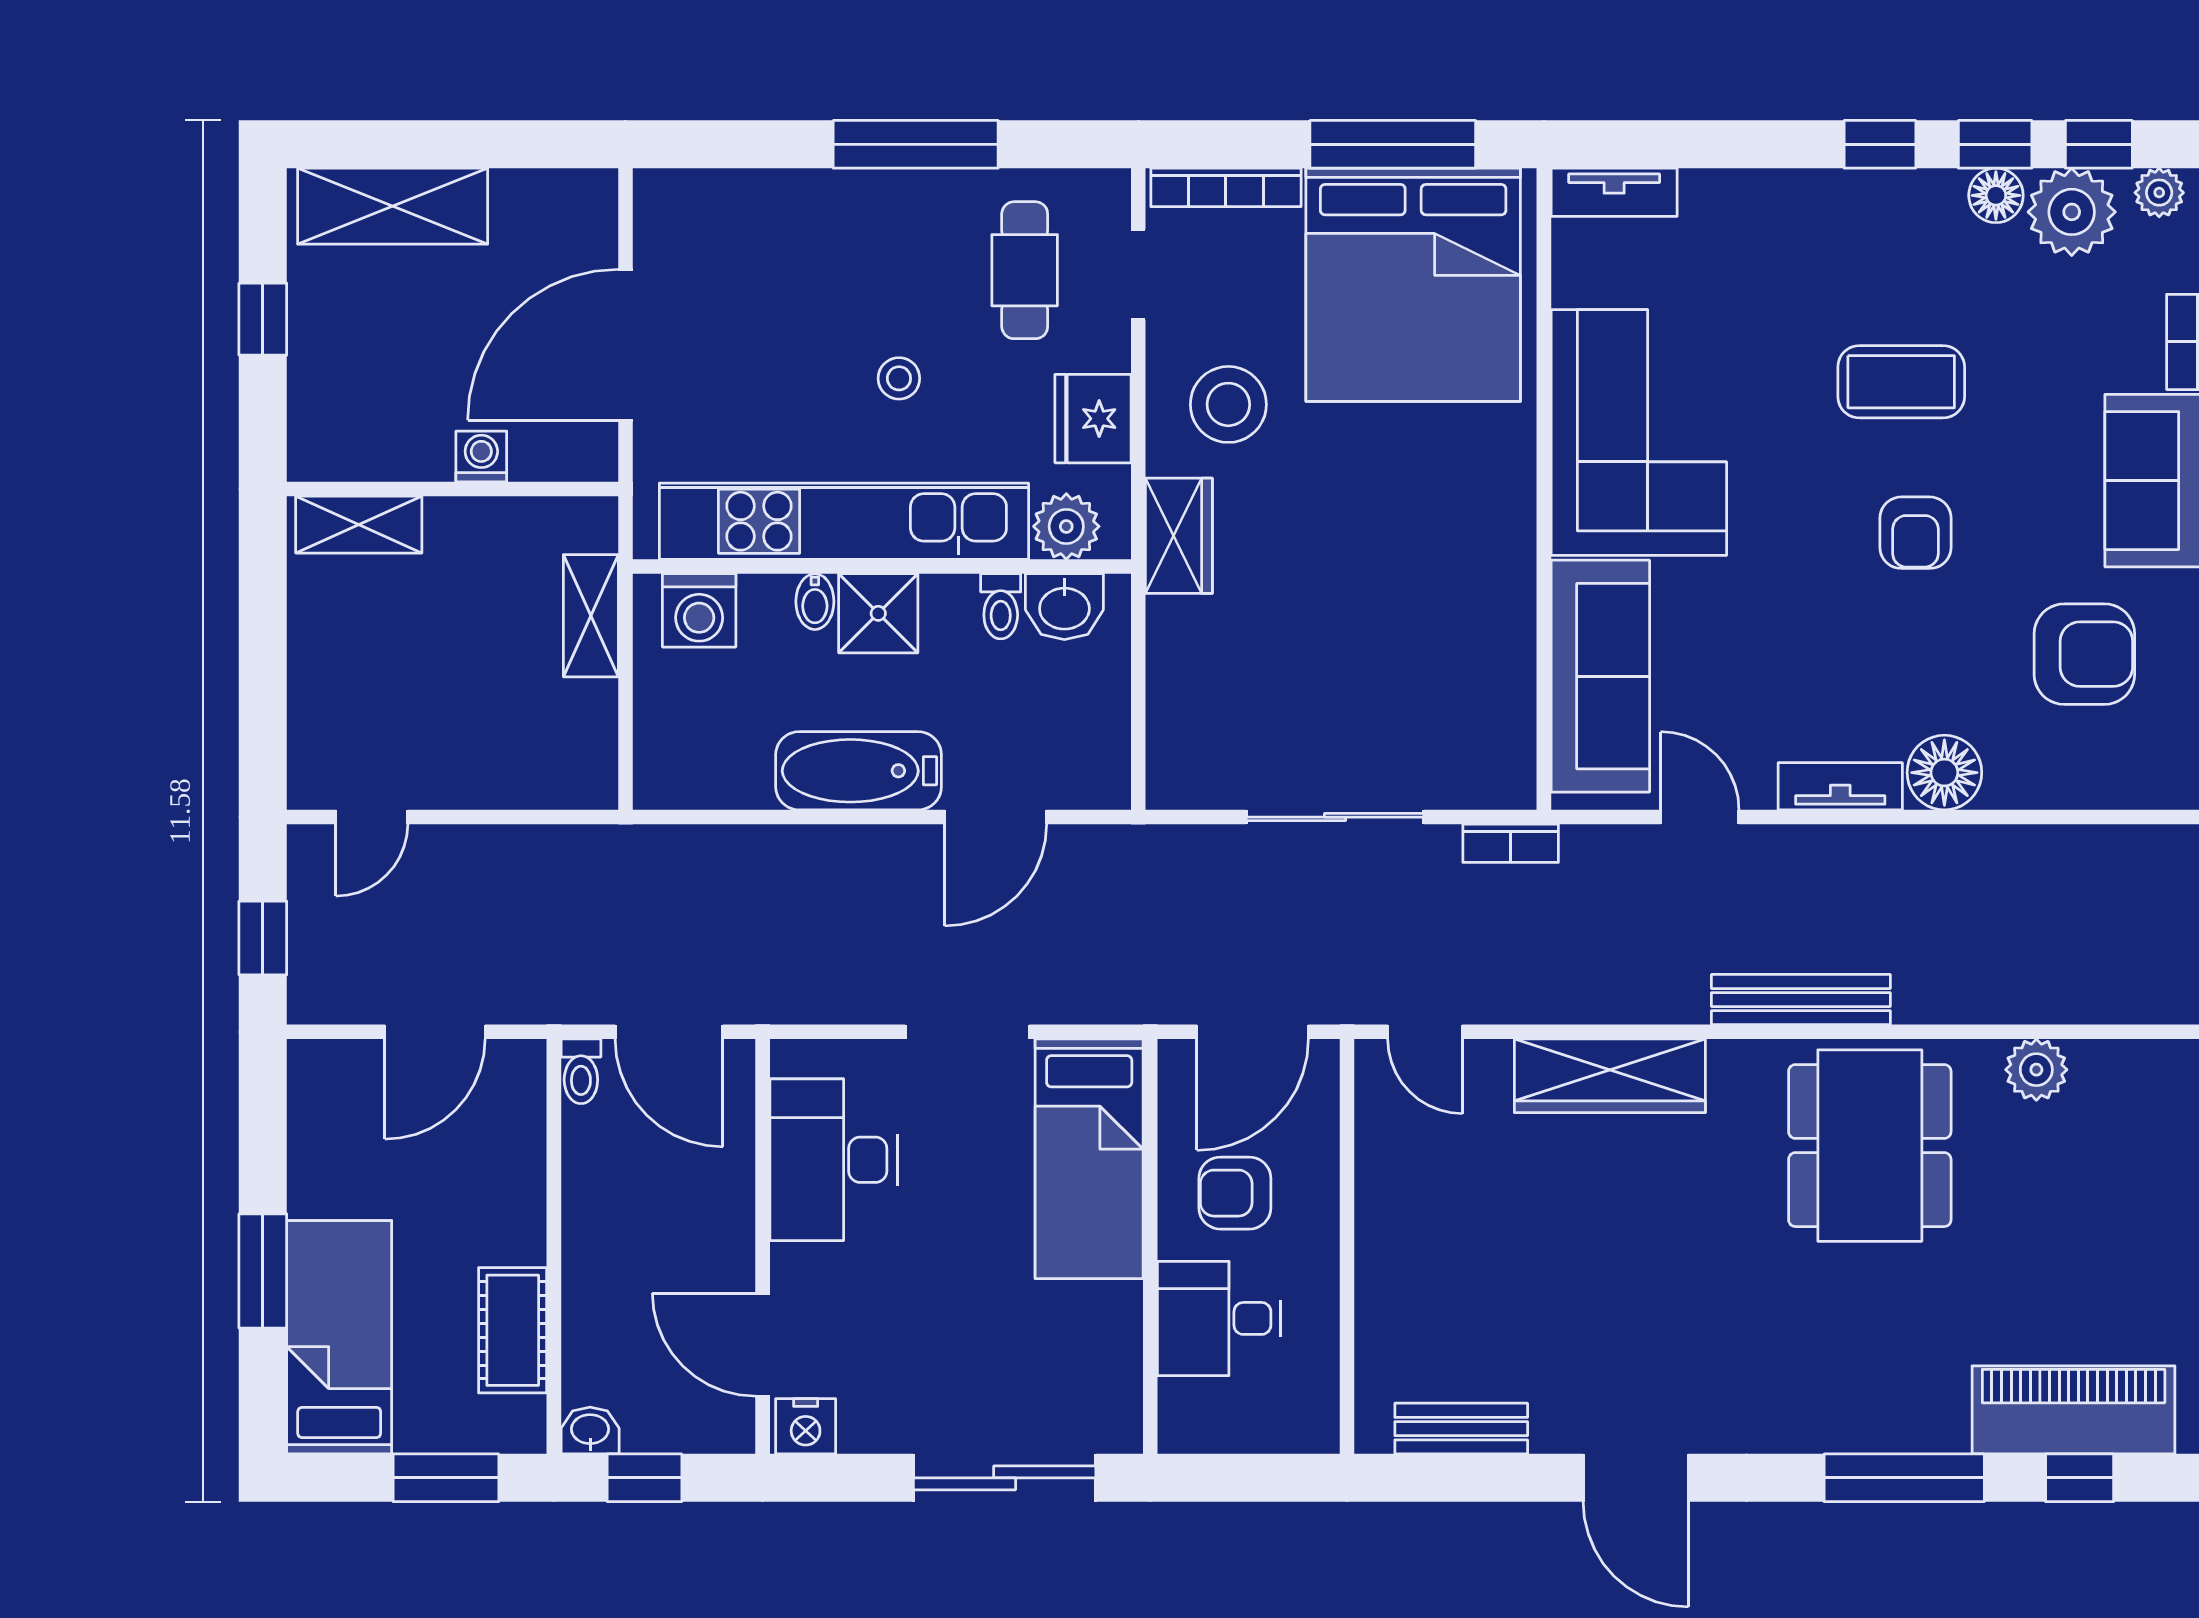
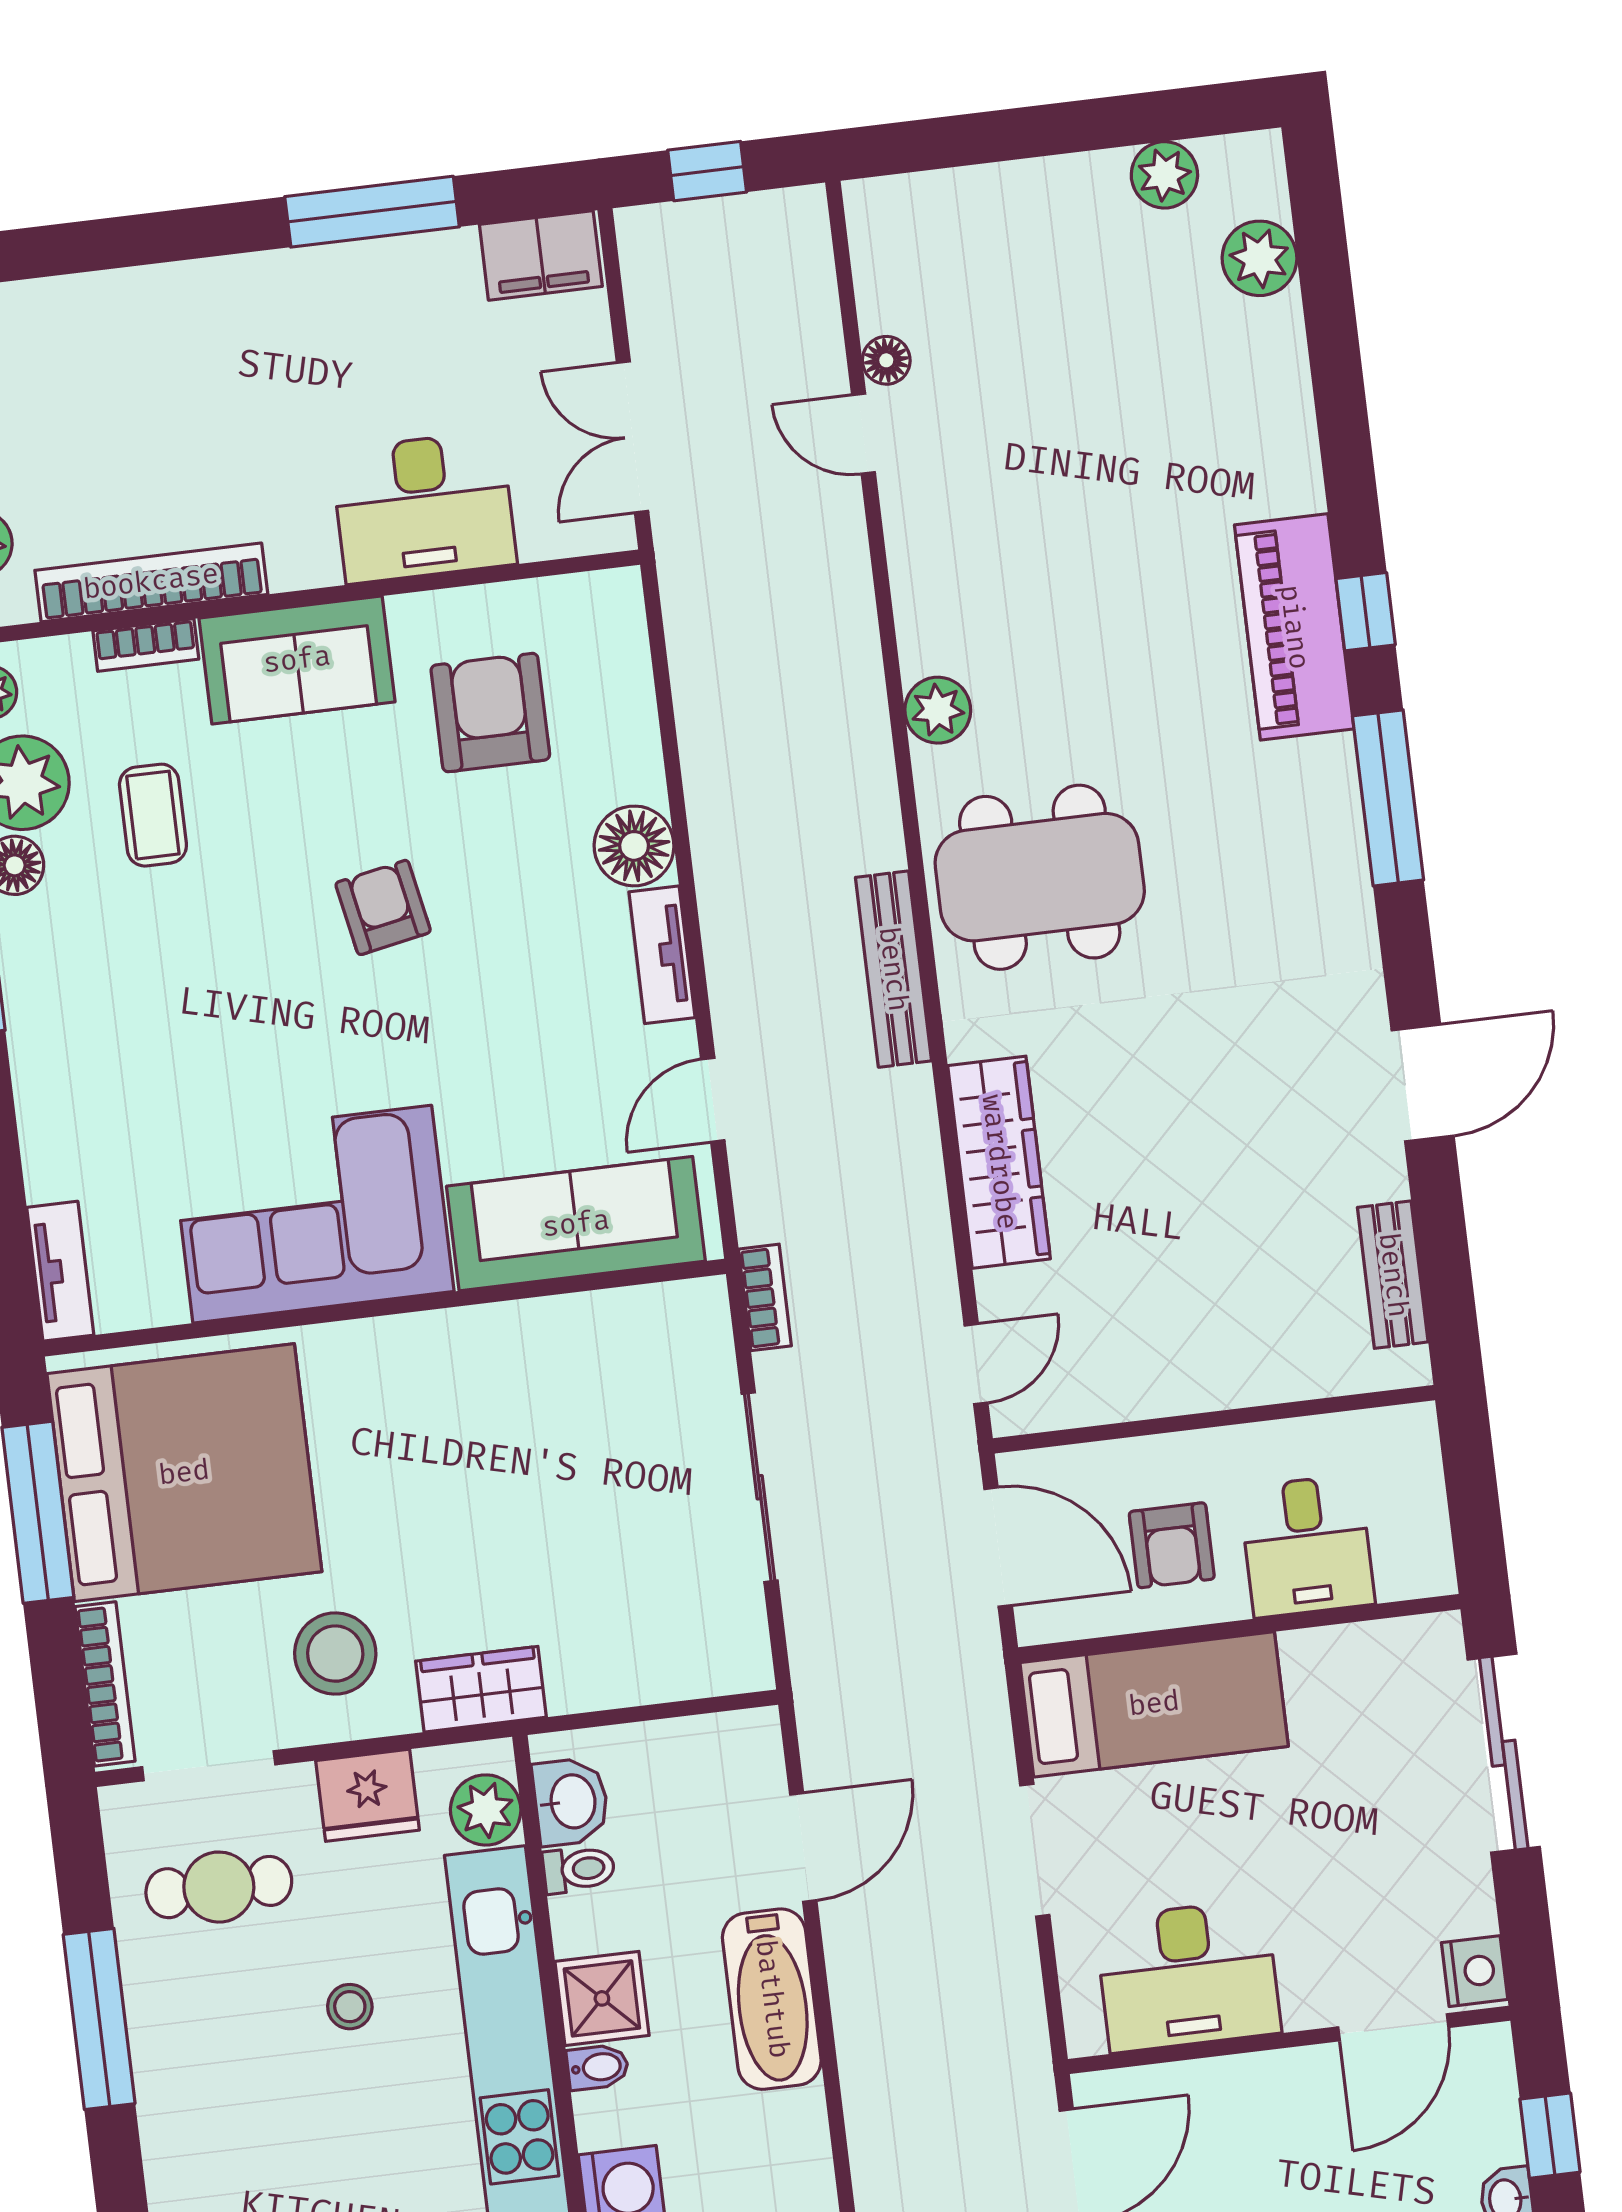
doorway: (1138, 274) -> (209, 1766), width x1.38
coffee table: (1901, 382) -> (153, 815), moved, width x0.73, depth x0.77
armchair: (1915, 533) -> (383, 907), turned -101
door: (996, 817) -> (803, 1847), hinge flipped

